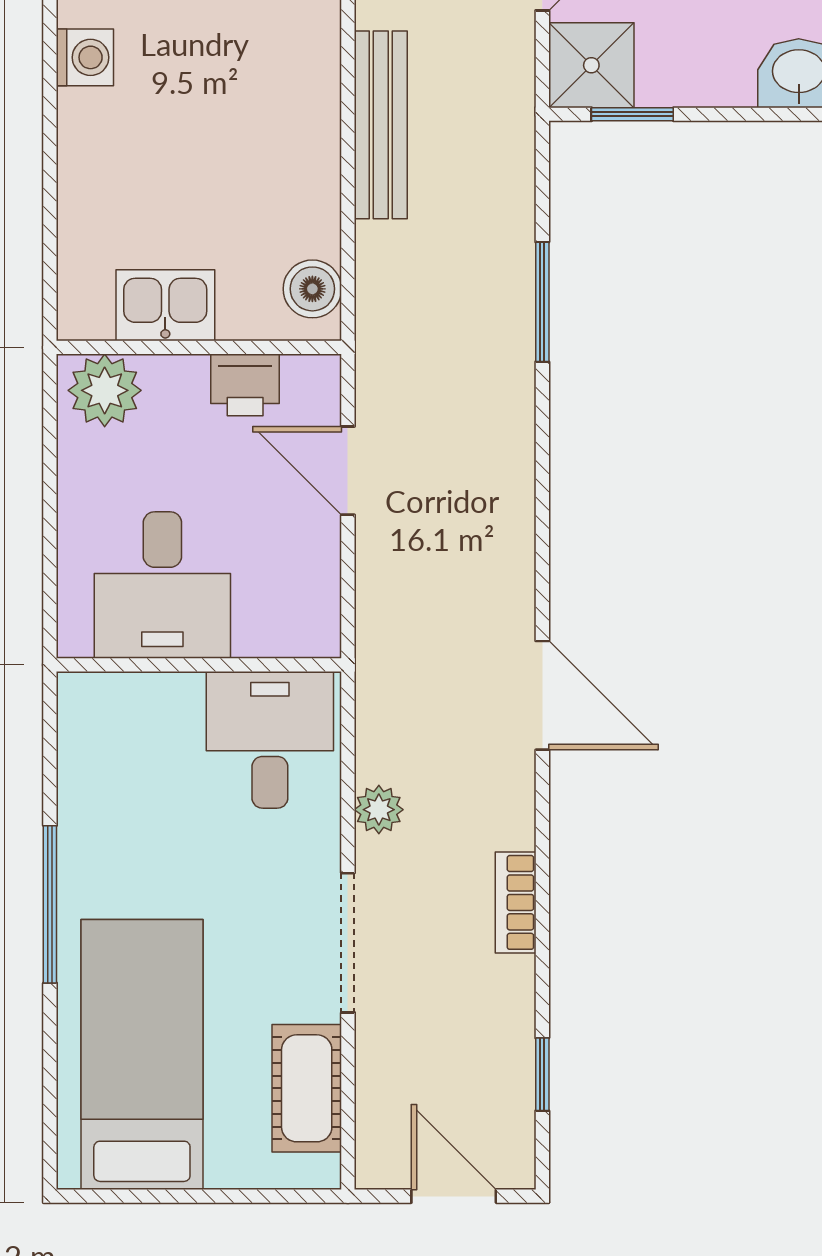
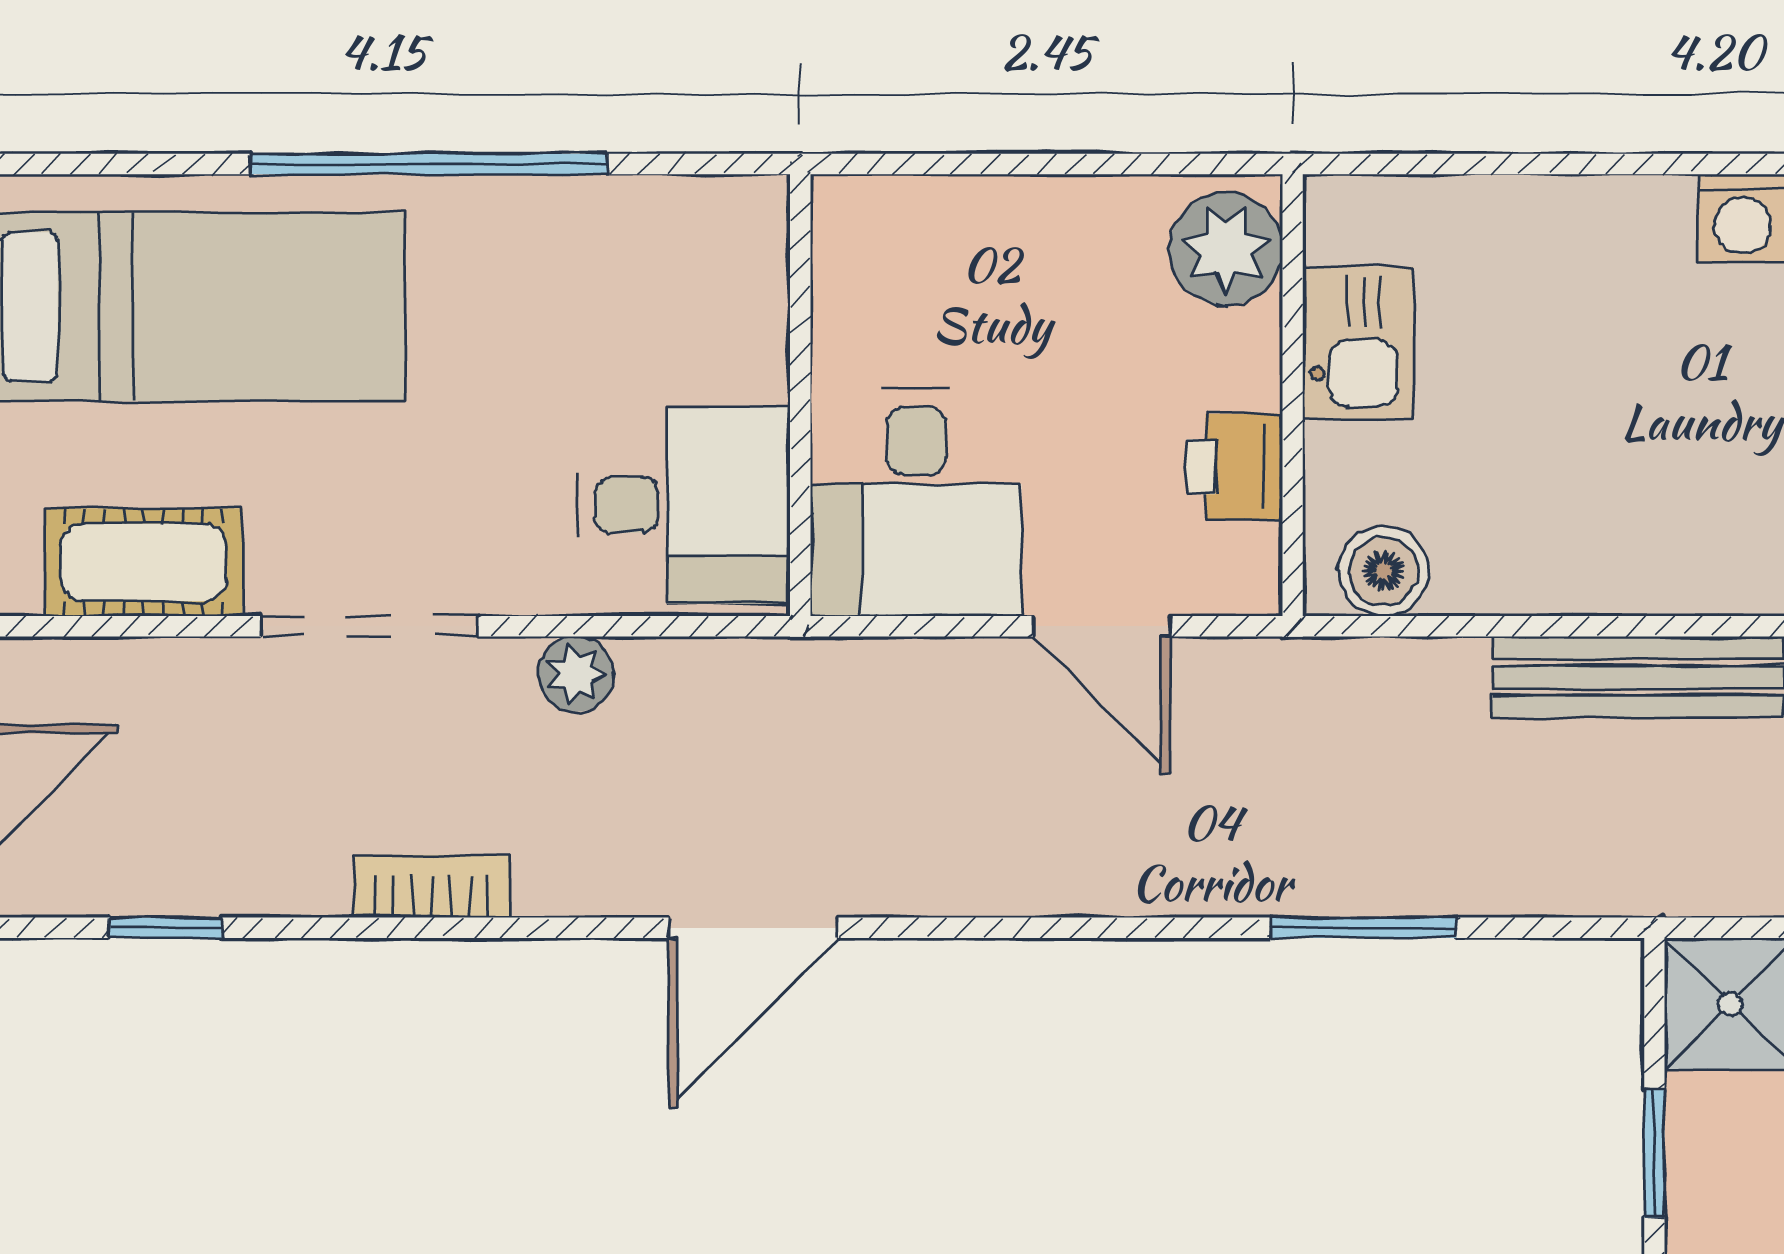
window: (632, 114) -> (1654, 1153), moved
door: (348, 471) -> (1102, 626), swing flipped
desk: (162, 585) -> (916, 502), moved, turned -90
window: (50, 904) -> (429, 164), width x1.46

